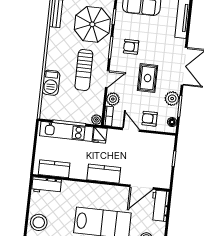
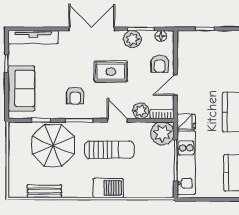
barbecue: (51, 83) -> (108, 188), moved
plant: (96, 120) -> (162, 133), width x1.88, depth x1.88

